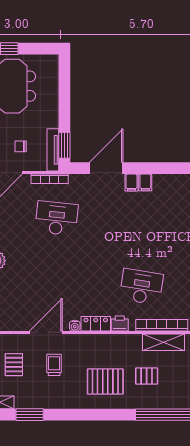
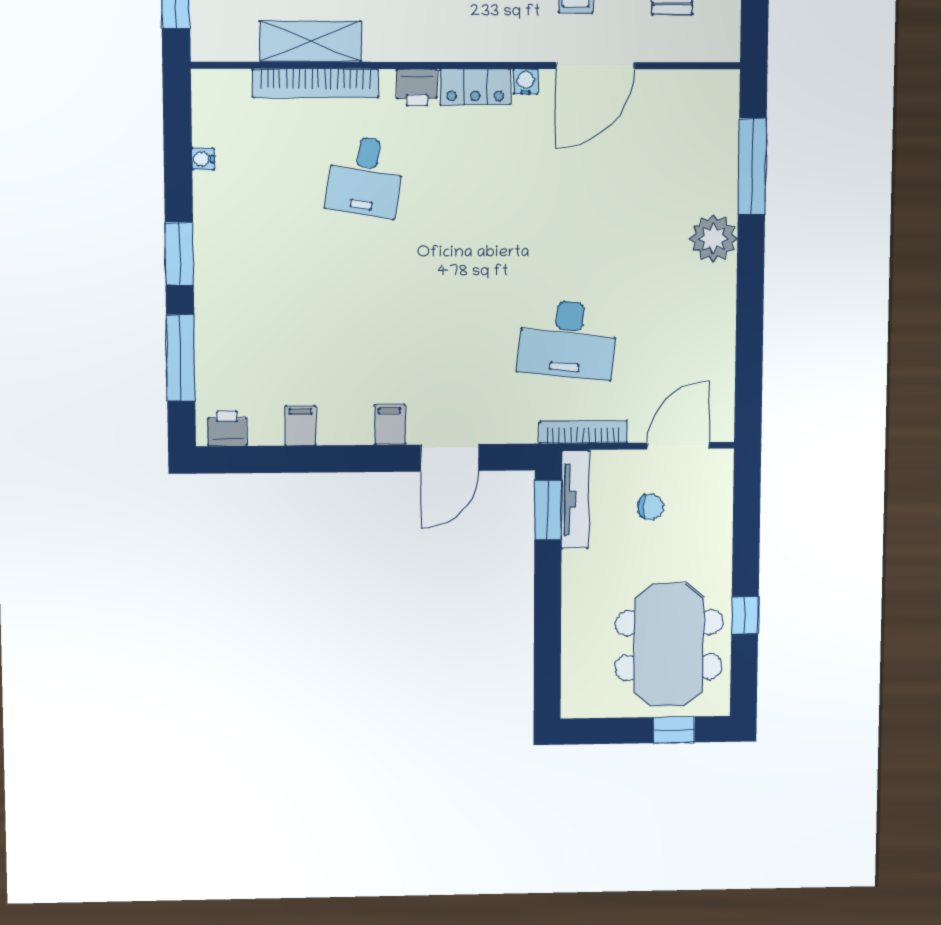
door: (106, 168) -> (450, 458), width x0.73
filing cabinet: (145, 182) -> (300, 426), moved
desk: (141, 287) -> (365, 176), width x0.73

